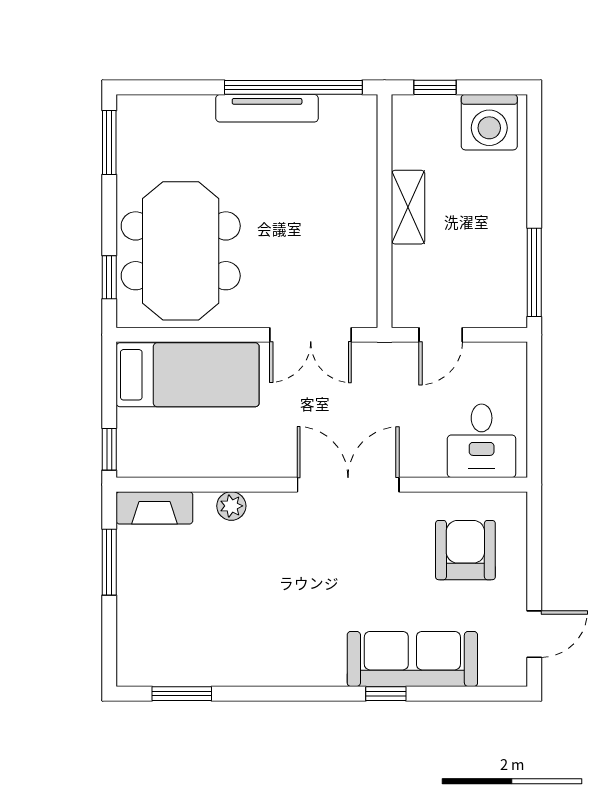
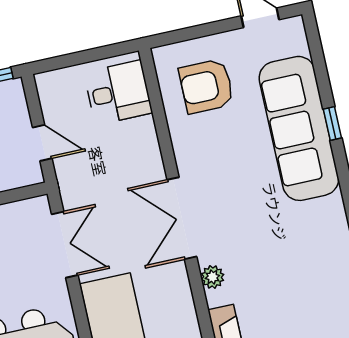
double door: (348, 485) -> (182, 218), moved
sofa: (412, 659) -> (299, 128), width x1.36, depth x1.27

